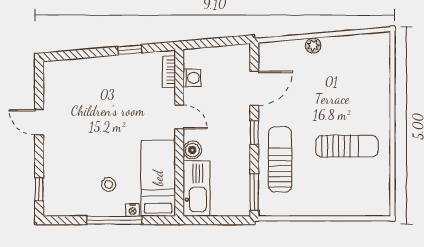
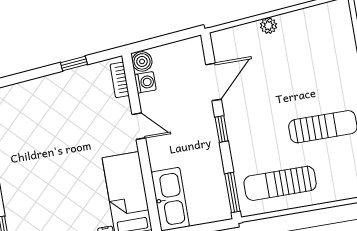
boiler: (192, 150) -> (142, 61), moved
sun lounger: (280, 159) -> (280, 183), moved, turned -90
stool: (109, 184) -> (76, 211), removed

